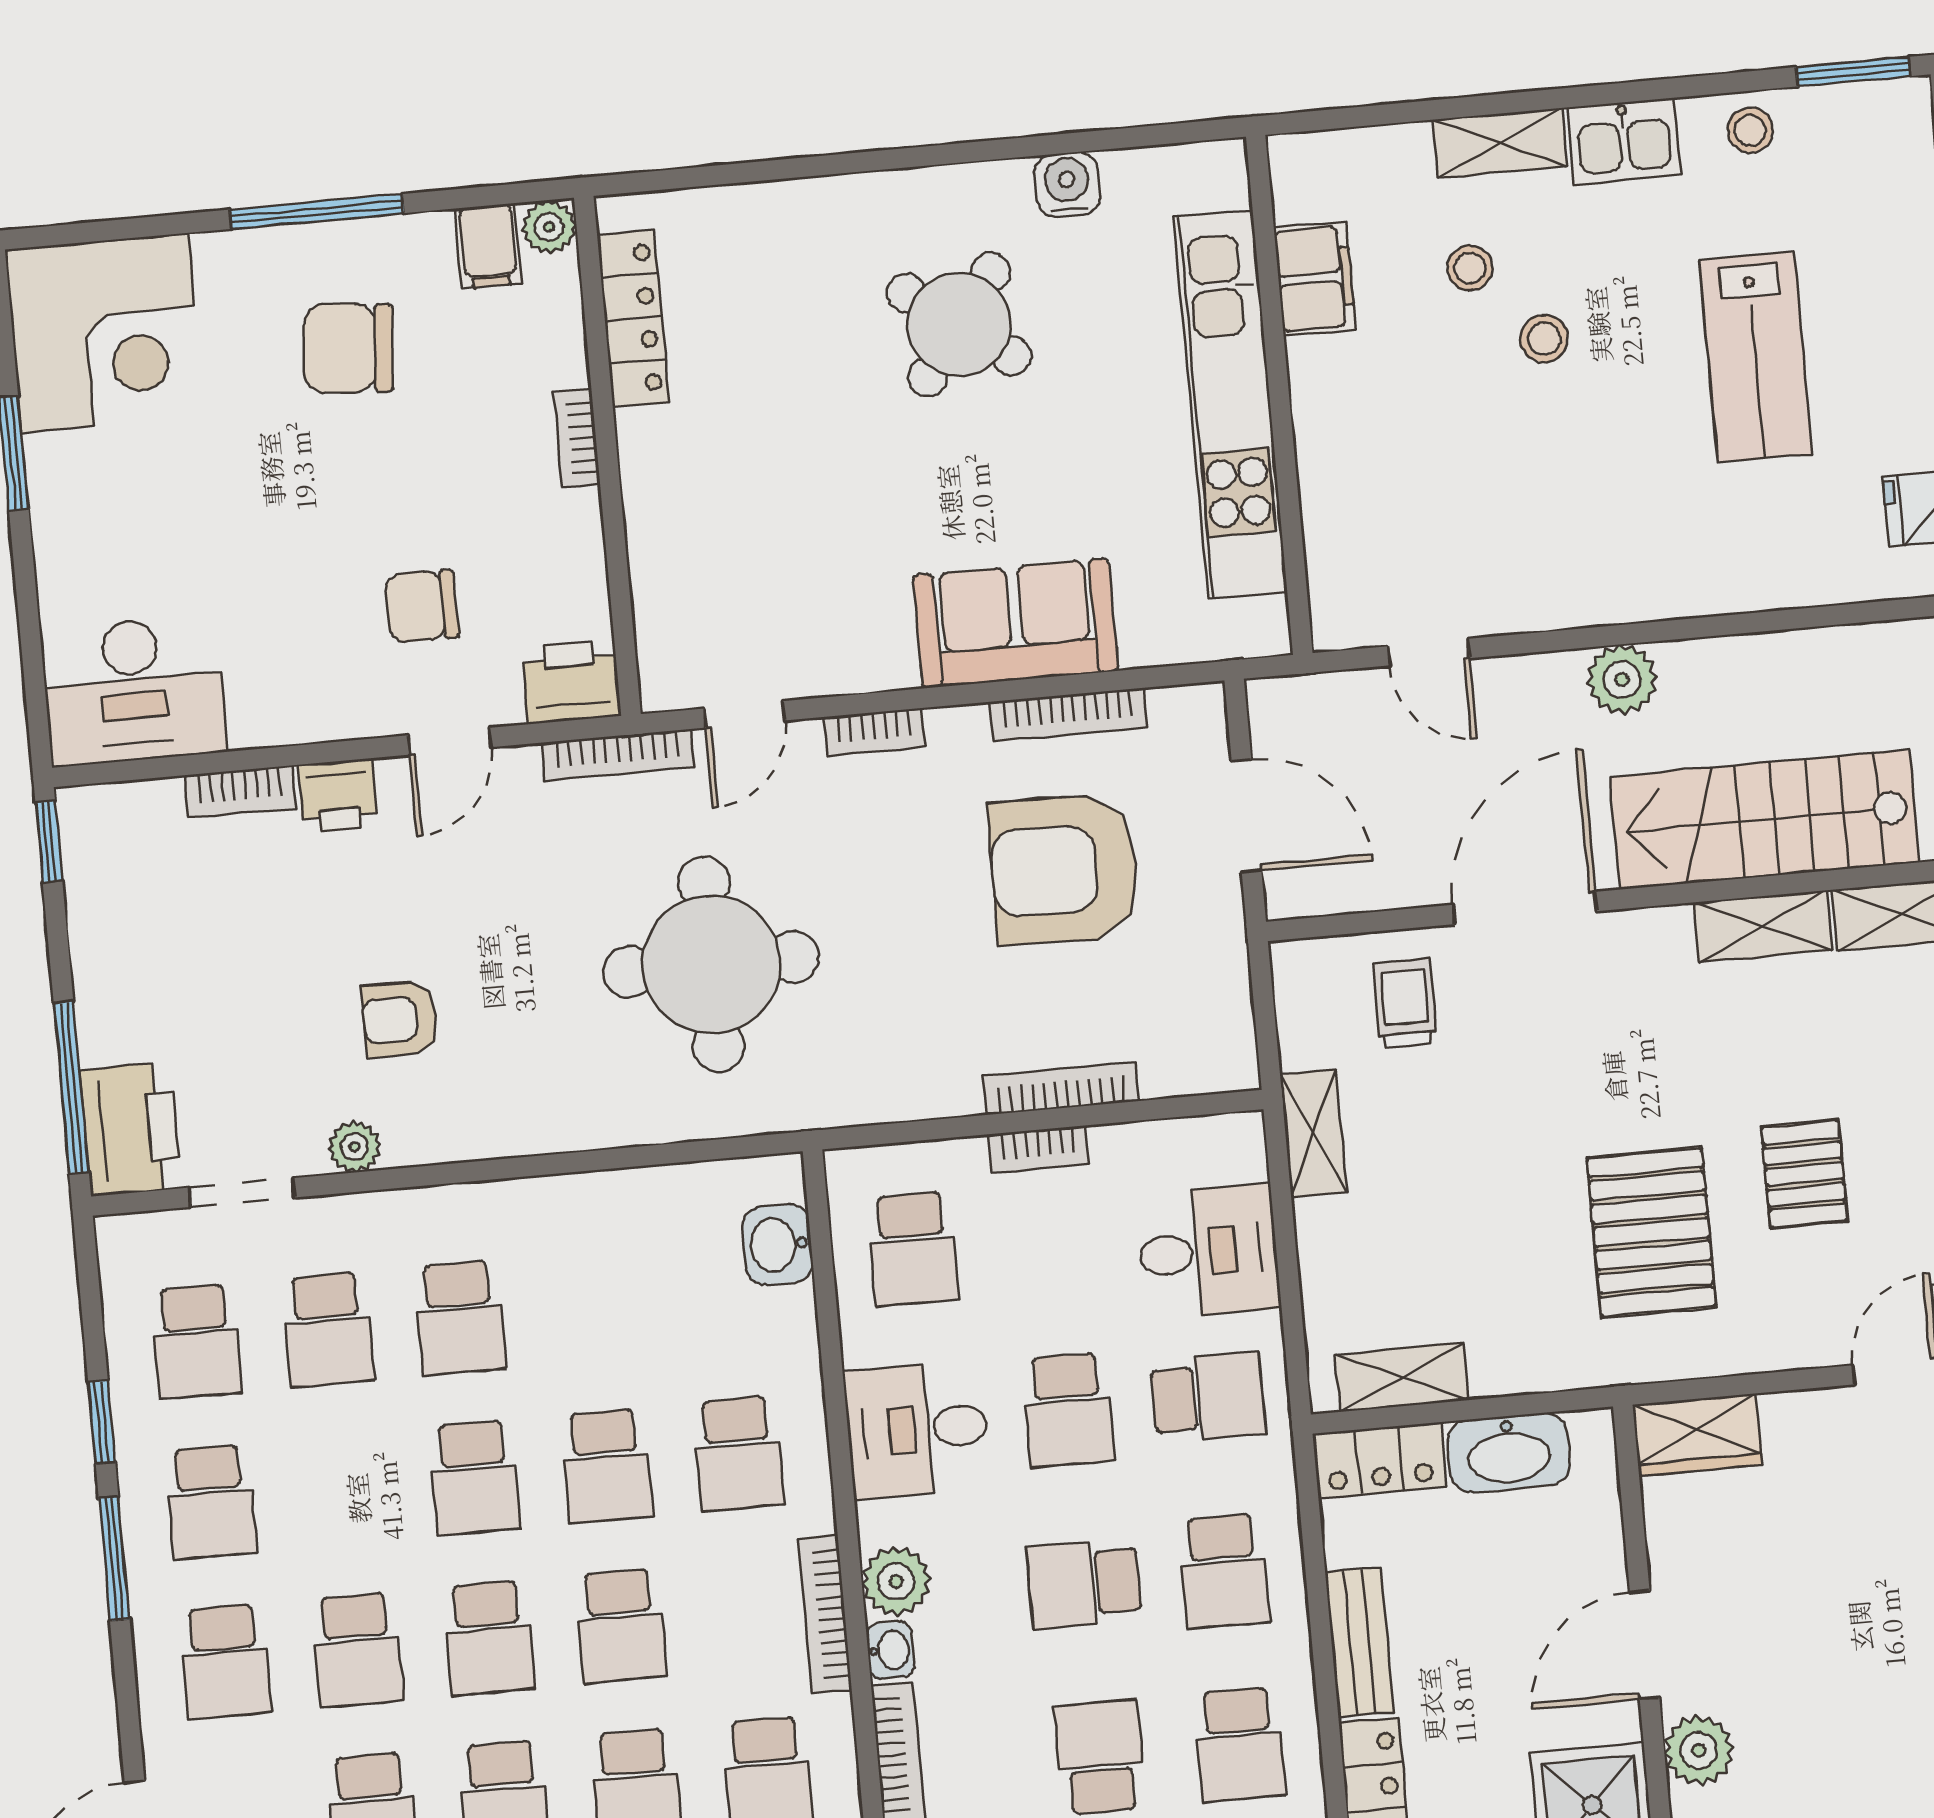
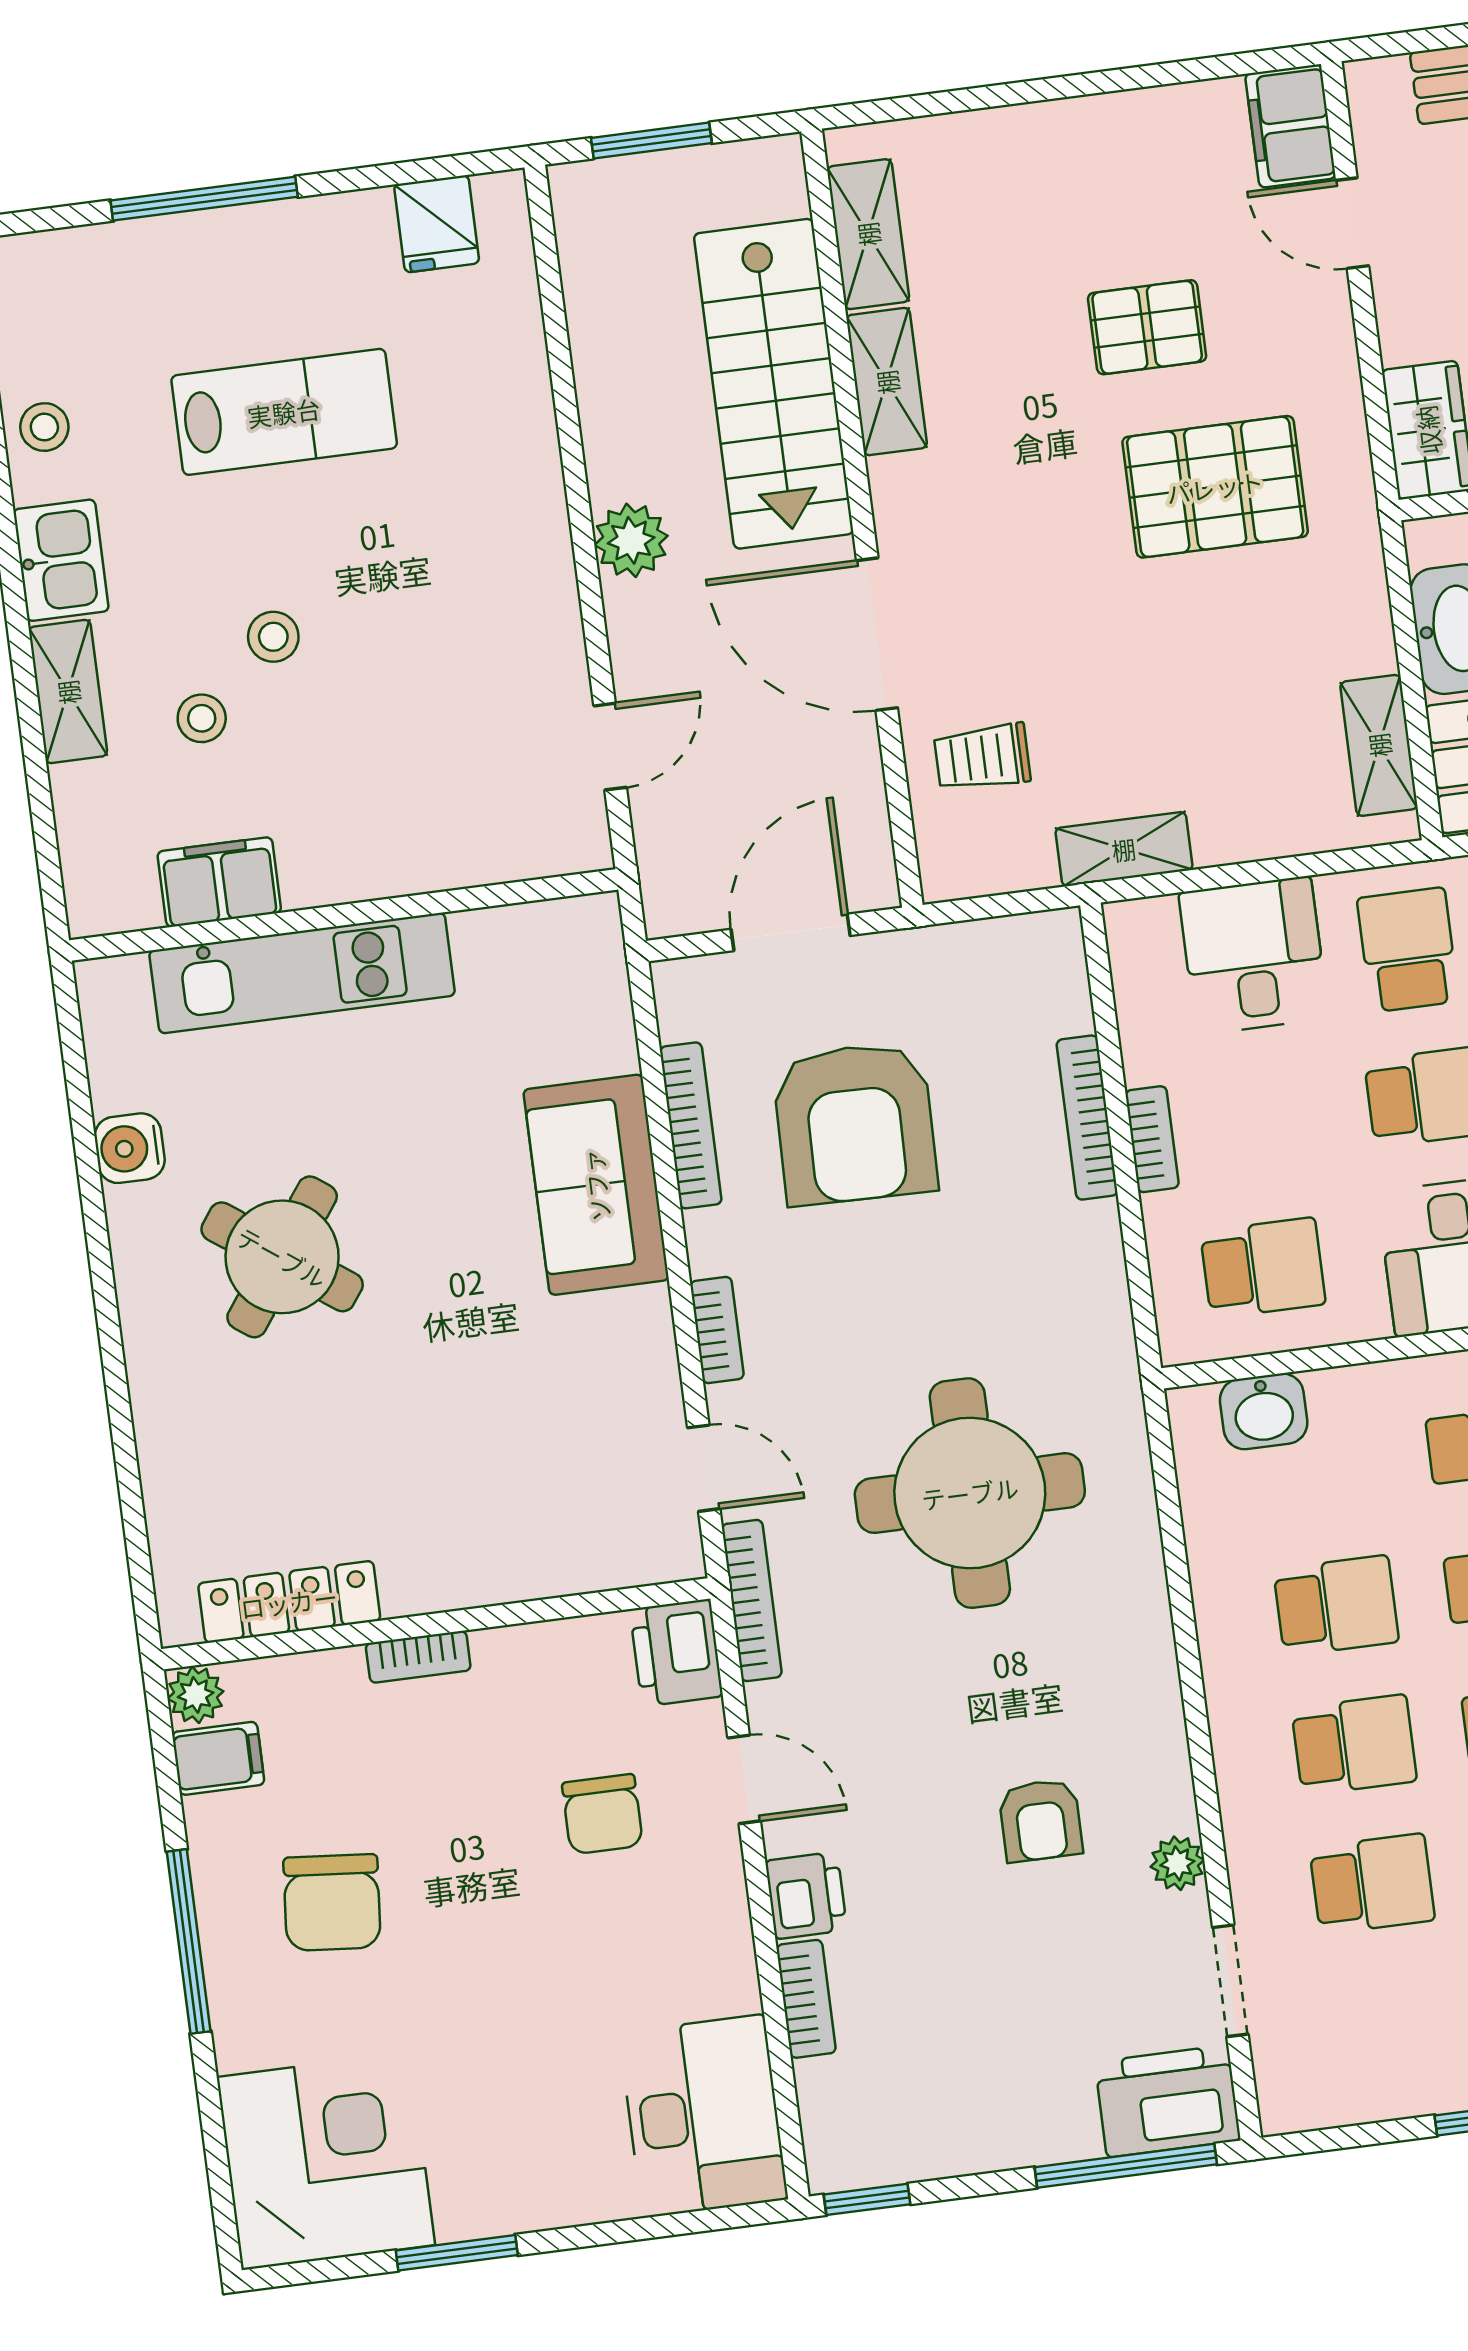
kitchen unit: (1231, 404) -> (302, 973), width x0.73
school desk: (196, 1342) -> (1336, 1606), moved

